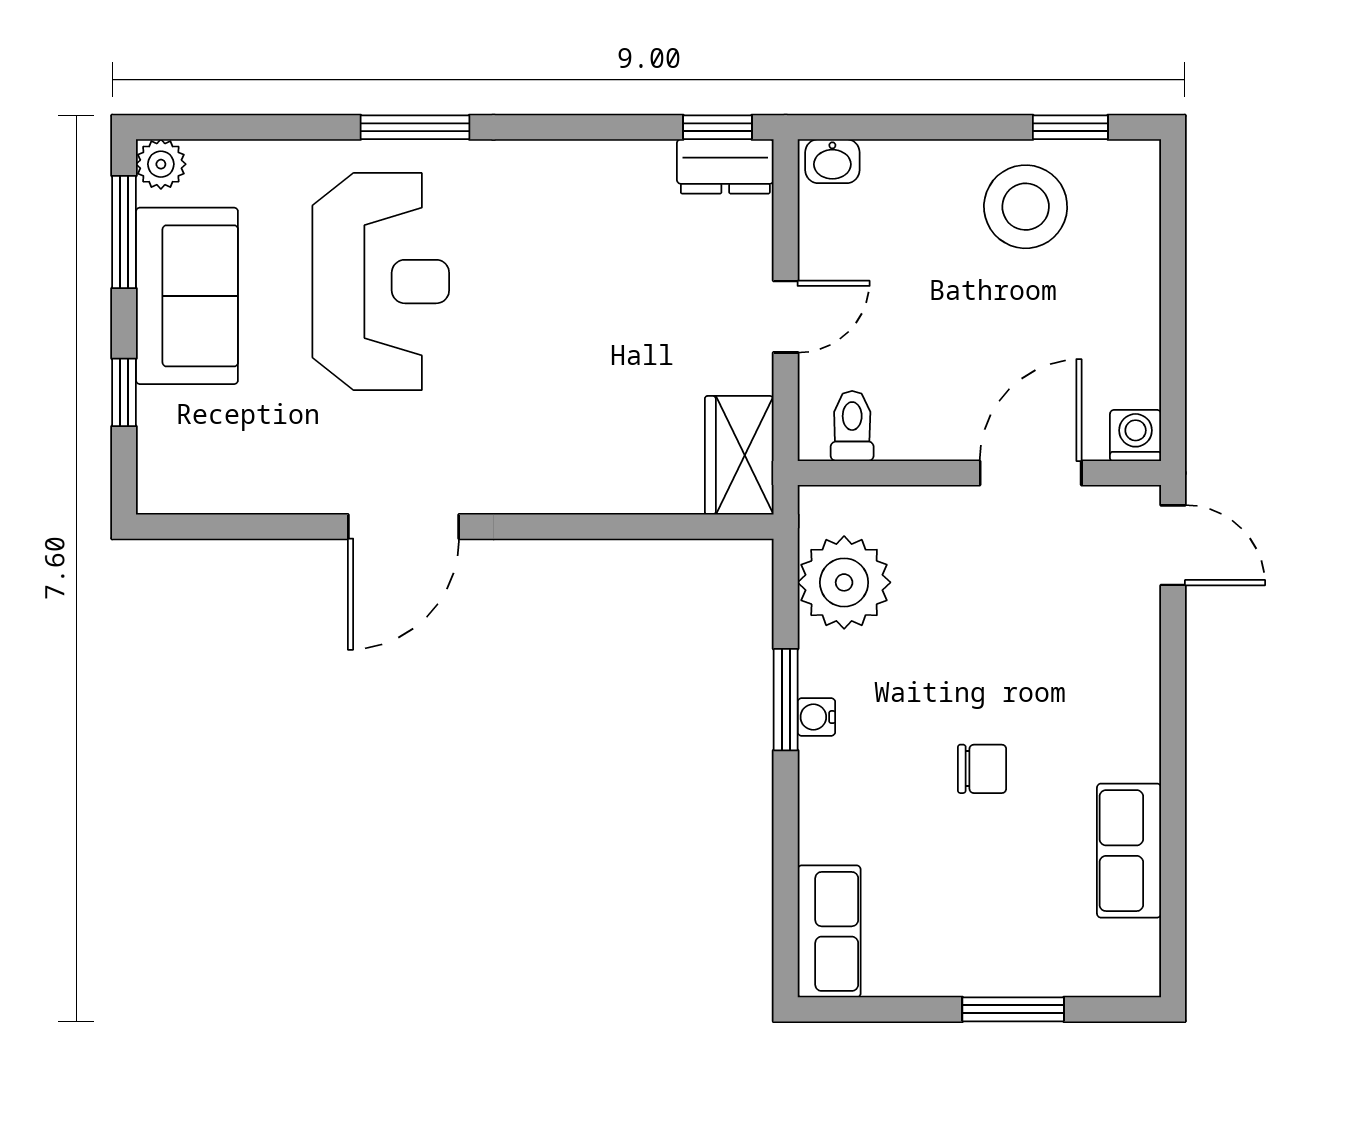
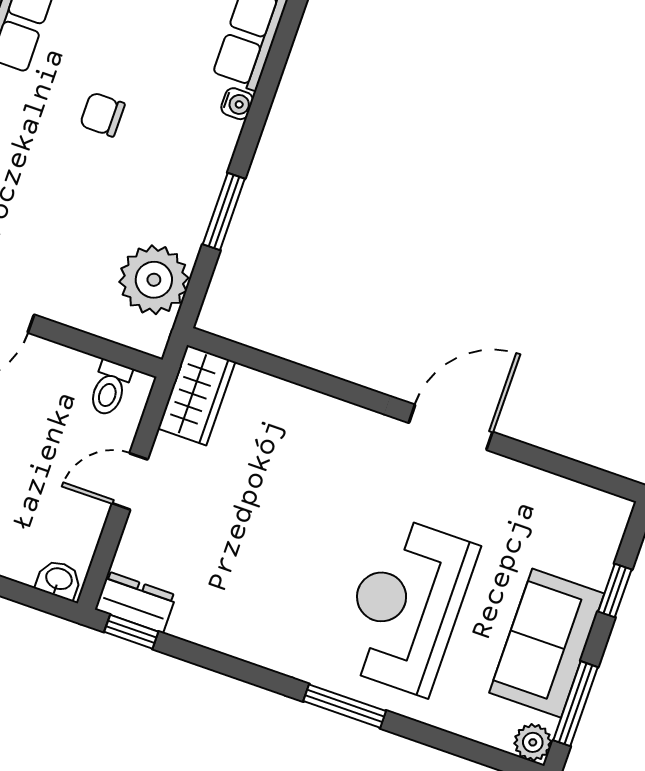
water cooler: (816, 717) -> (237, 104), moved

